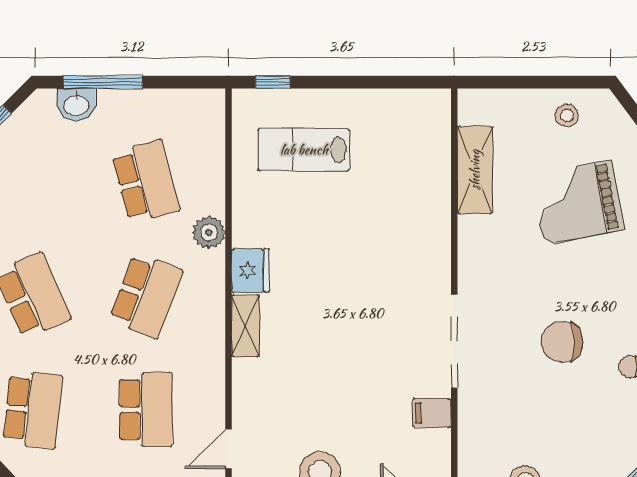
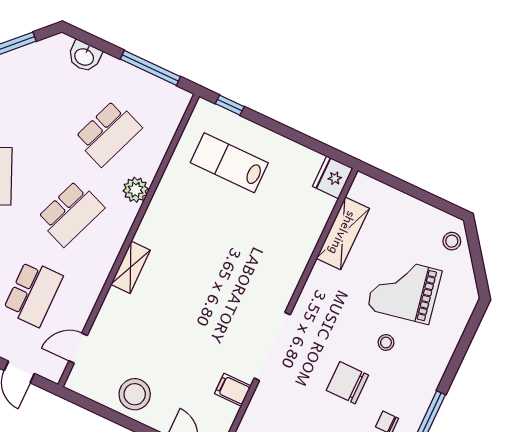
window: (103, 82) -> (150, 68), moved
stool: (567, 115) -> (452, 241), moved
school desk: (146, 181) -> (108, 133), turned 36
fridge: (250, 271) -> (333, 177), moved, turned 180
stool: (585, 274) -> (386, 342), added

